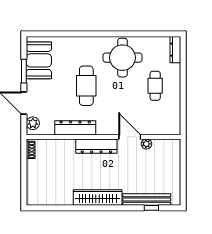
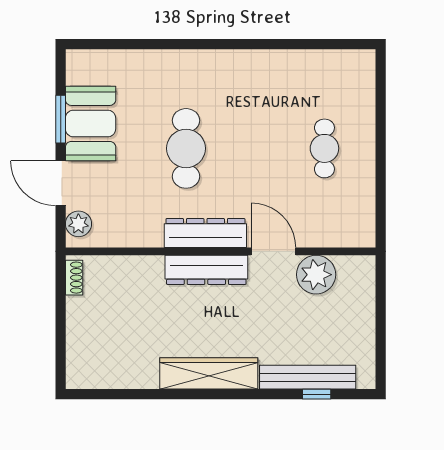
dresser: (175, 50) -> (365, 76), removed
round table: (122, 58) -> (259, 92), removed
booth: (39, 60) -> (91, 123), moved
dresser: (75, 128) -> (205, 233), moved
plant: (146, 144) -> (316, 275), width x1.88, depth x1.88

